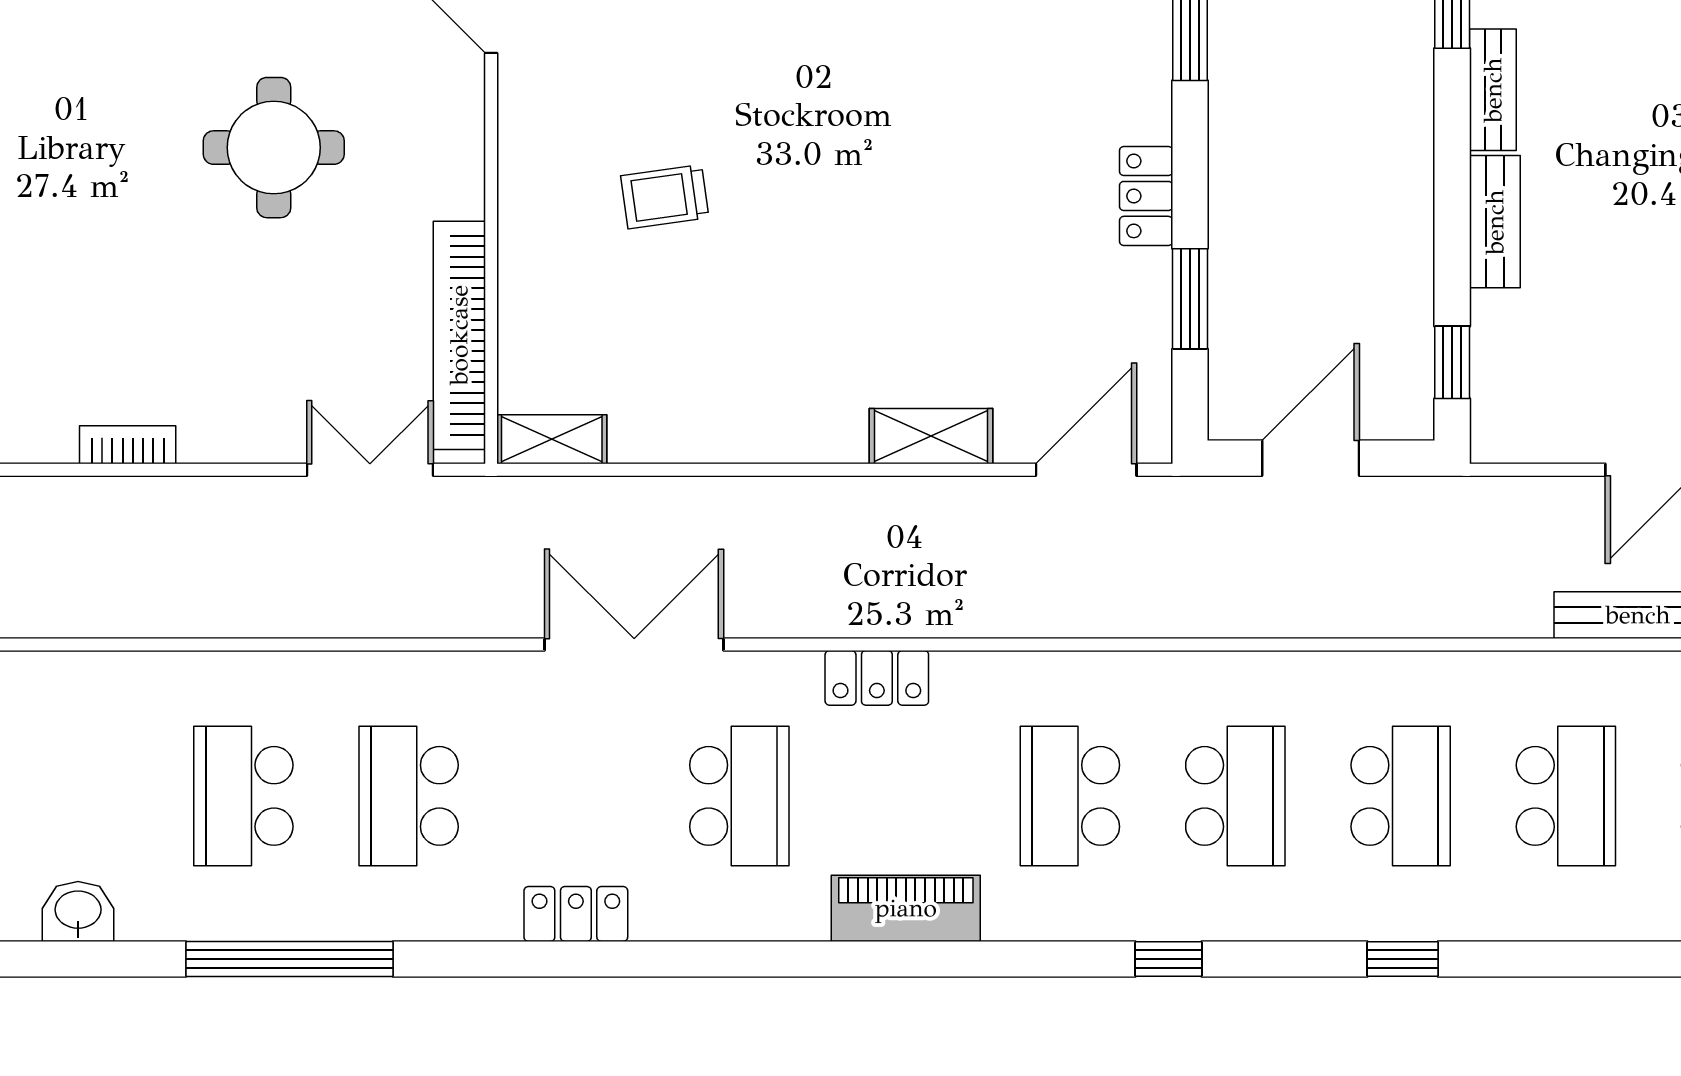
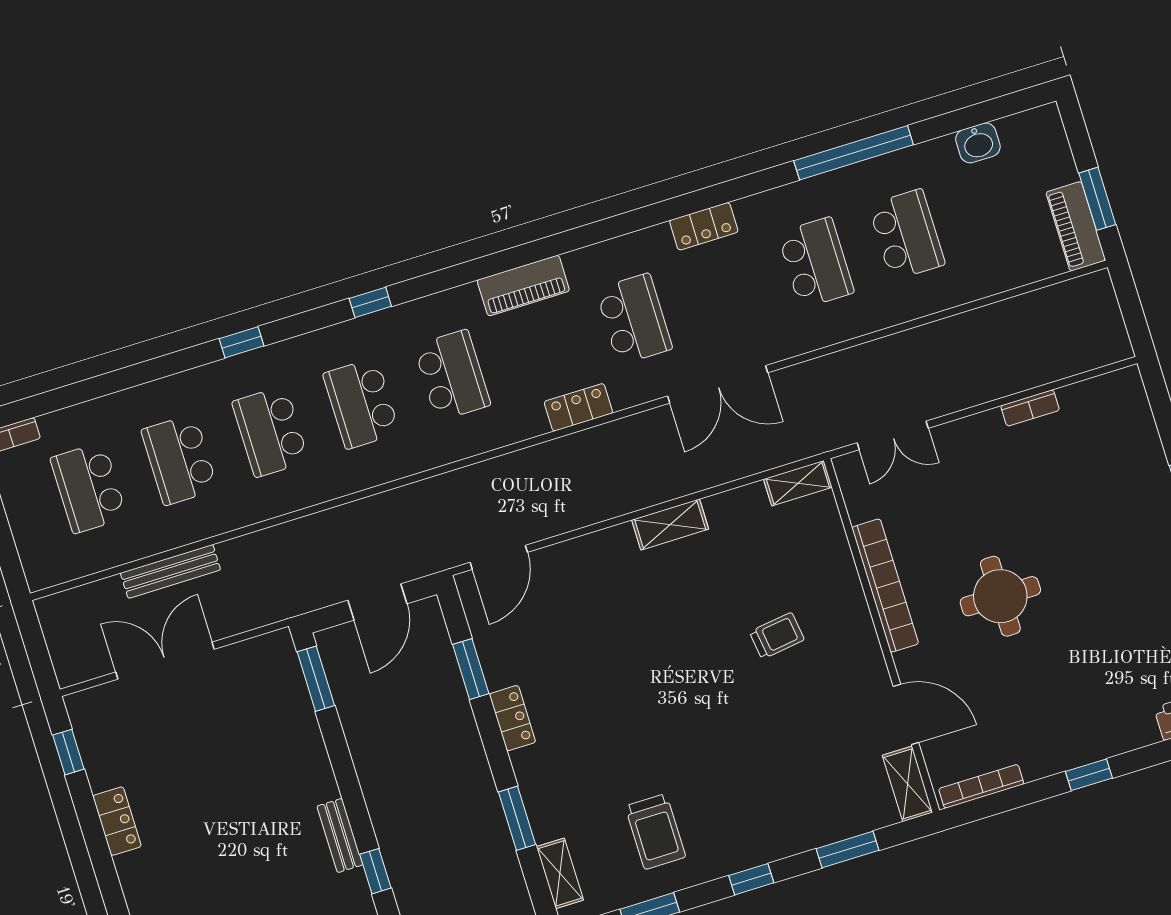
bench: (1495, 222) -> (316, 763), removed
bookcase: (459, 335) -> (885, 586), moved
window: (1452, 362) -> (316, 679), width x1.50
shelving: (931, 436) -> (670, 525), moved
school desk: (739, 796) -> (634, 319), turned 180

